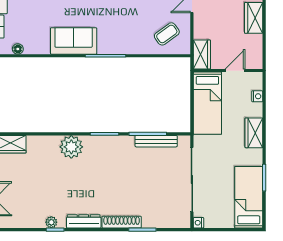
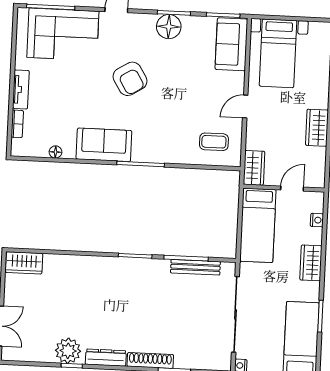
coffee table: (167, 34) -> (214, 142), turned 36
floor lamp: (18, 49) -> (55, 152), moved
plant: (71, 147) -> (95, 269), removed
plant: (51, 222) -> (68, 351), width x1.87, depth x1.87

